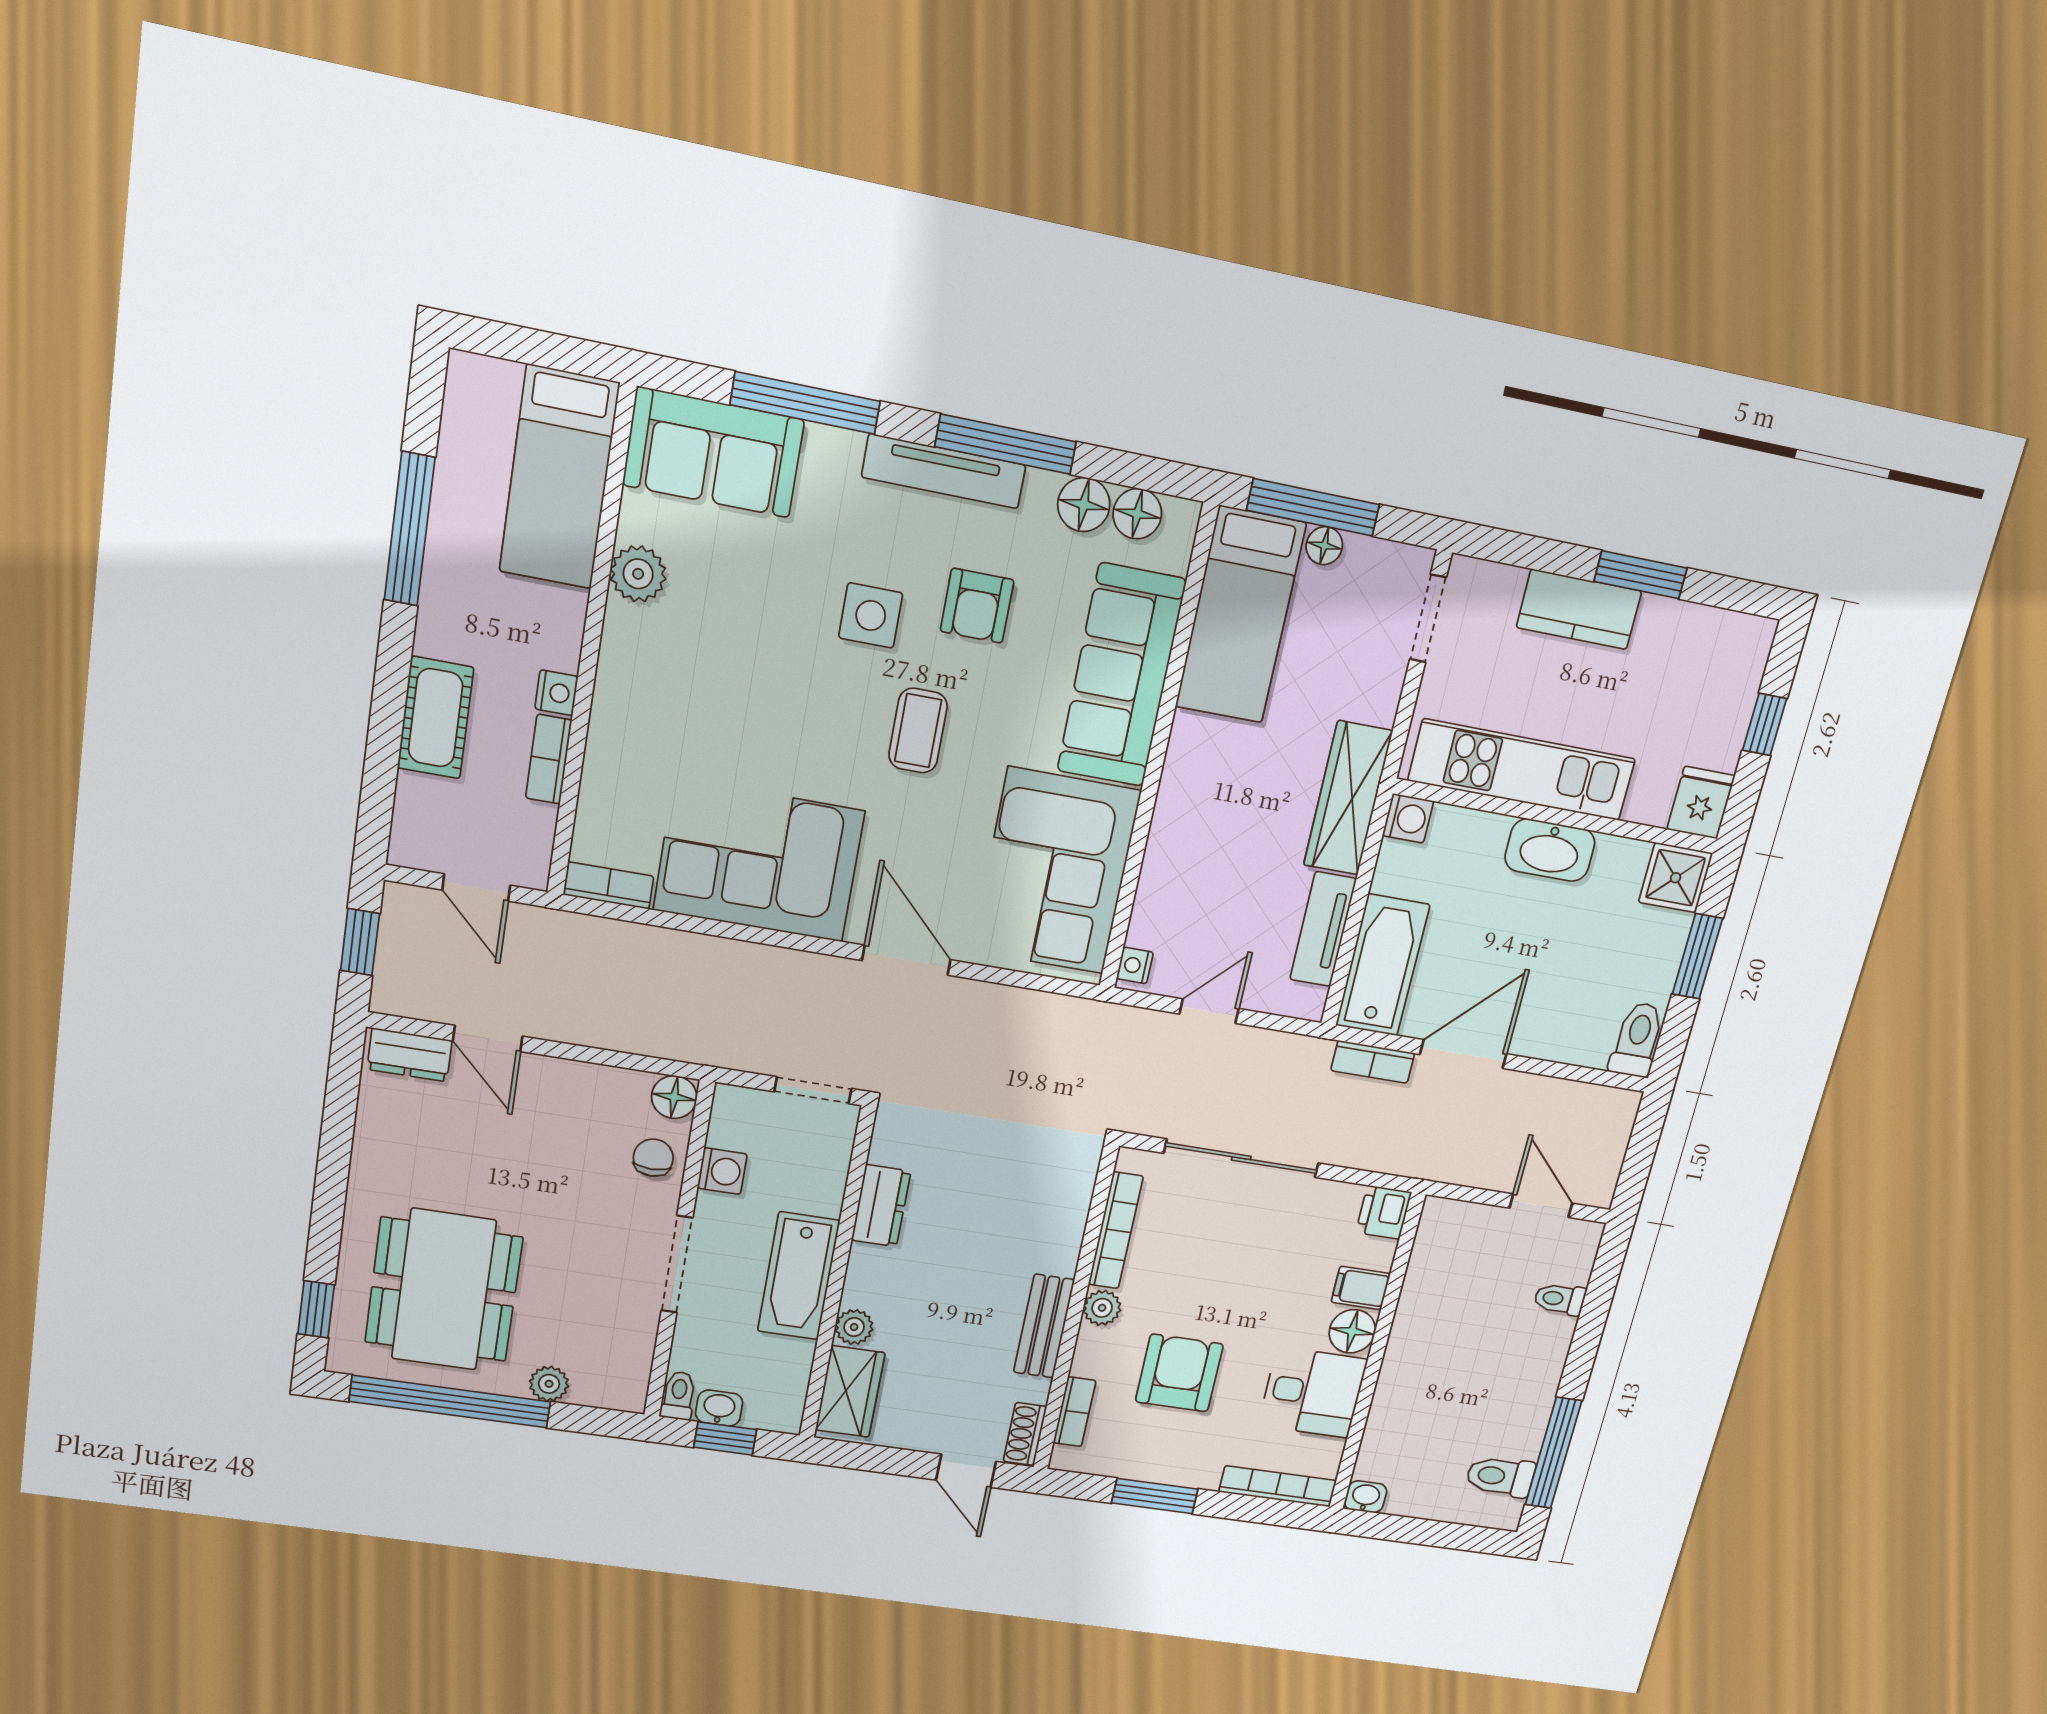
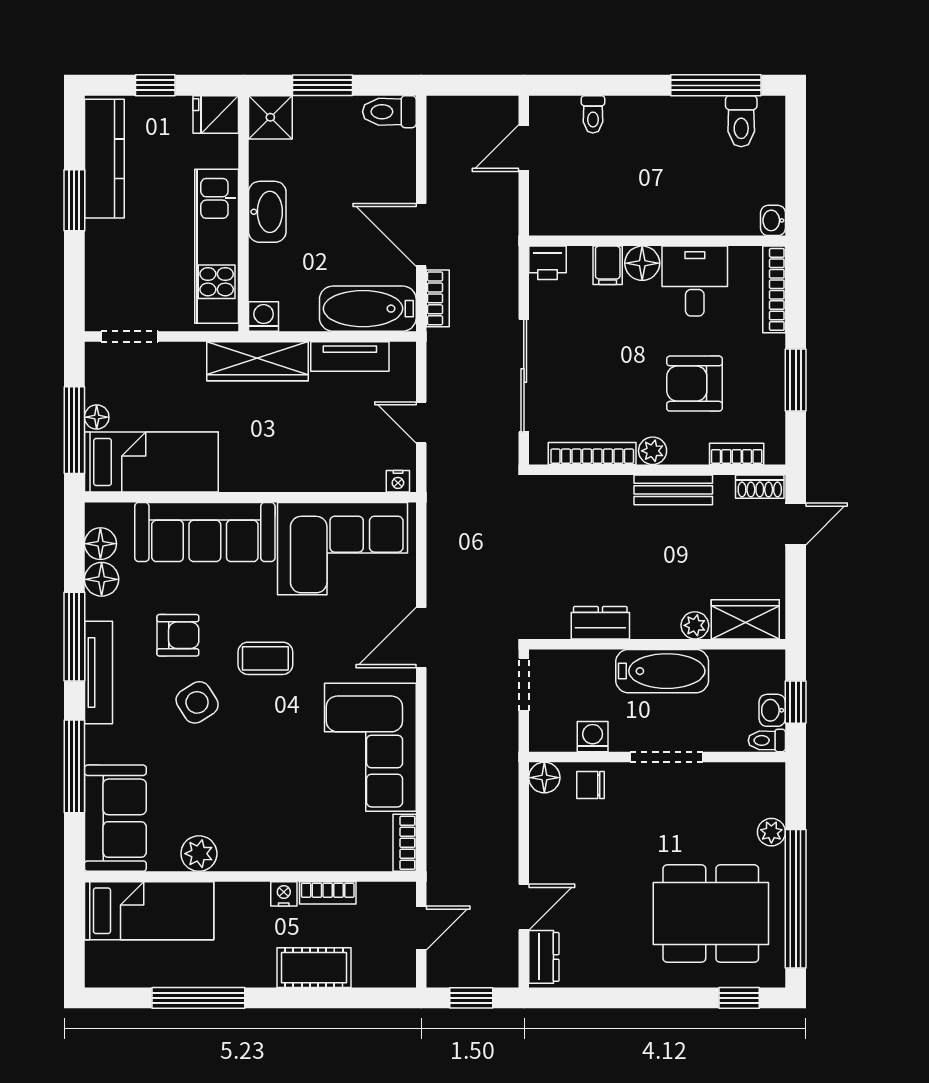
kitchen counter: (1579, 609) -> (104, 159), moved, width x1.50
side table: (871, 615) -> (197, 702), turned -32

